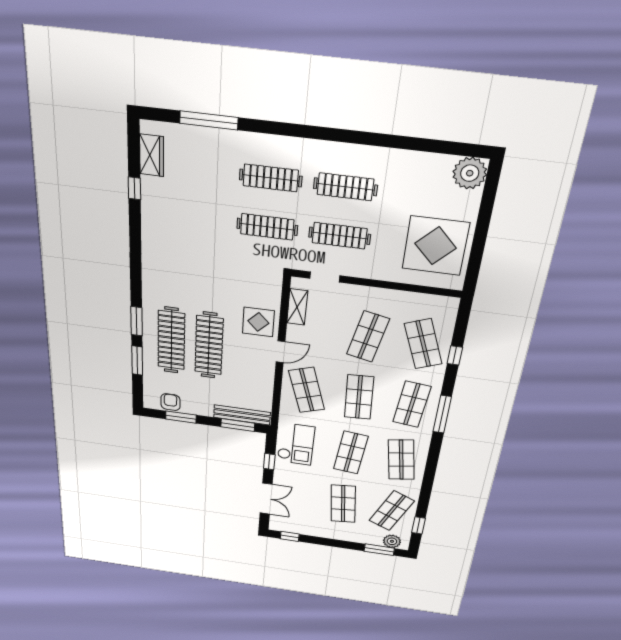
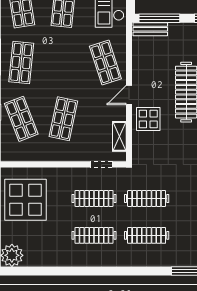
shop shelf: (359, 397) -> (63, 62), removed
bench: (242, 415) -> (150, 29), width x0.73
window: (238, 425) -> (159, 18), width x1.44

